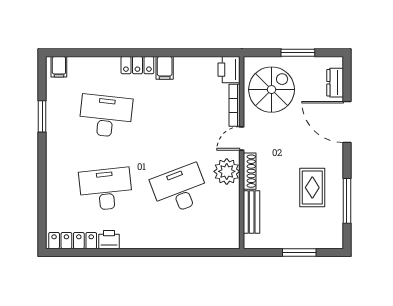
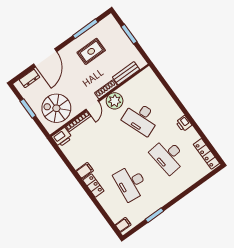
door: (242, 138) -> (92, 105), hinge flipped
printer: (109, 240) -> (184, 124), moved

